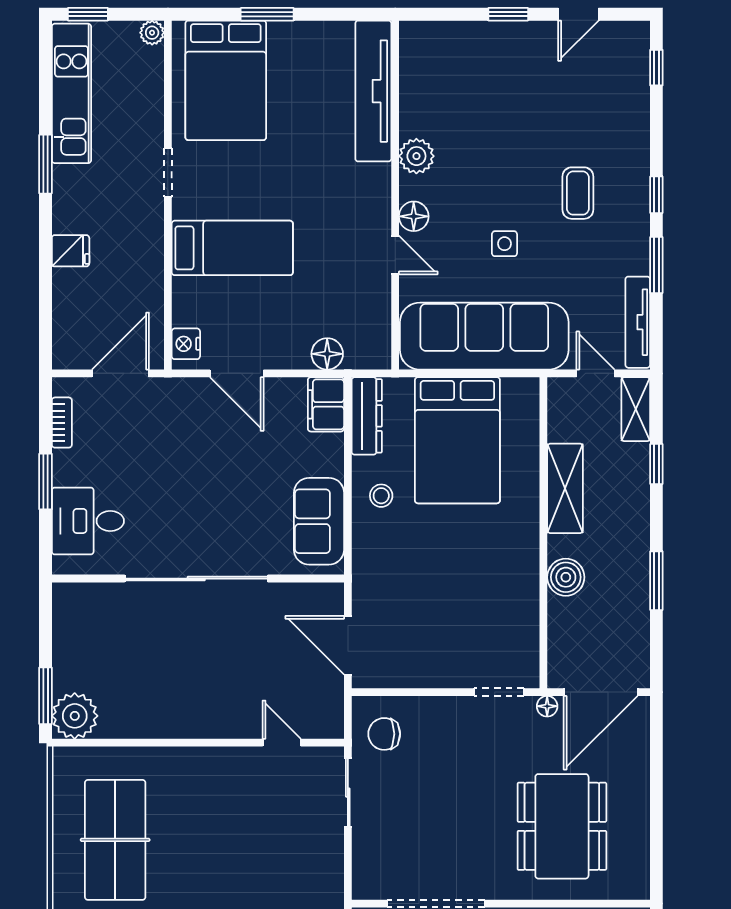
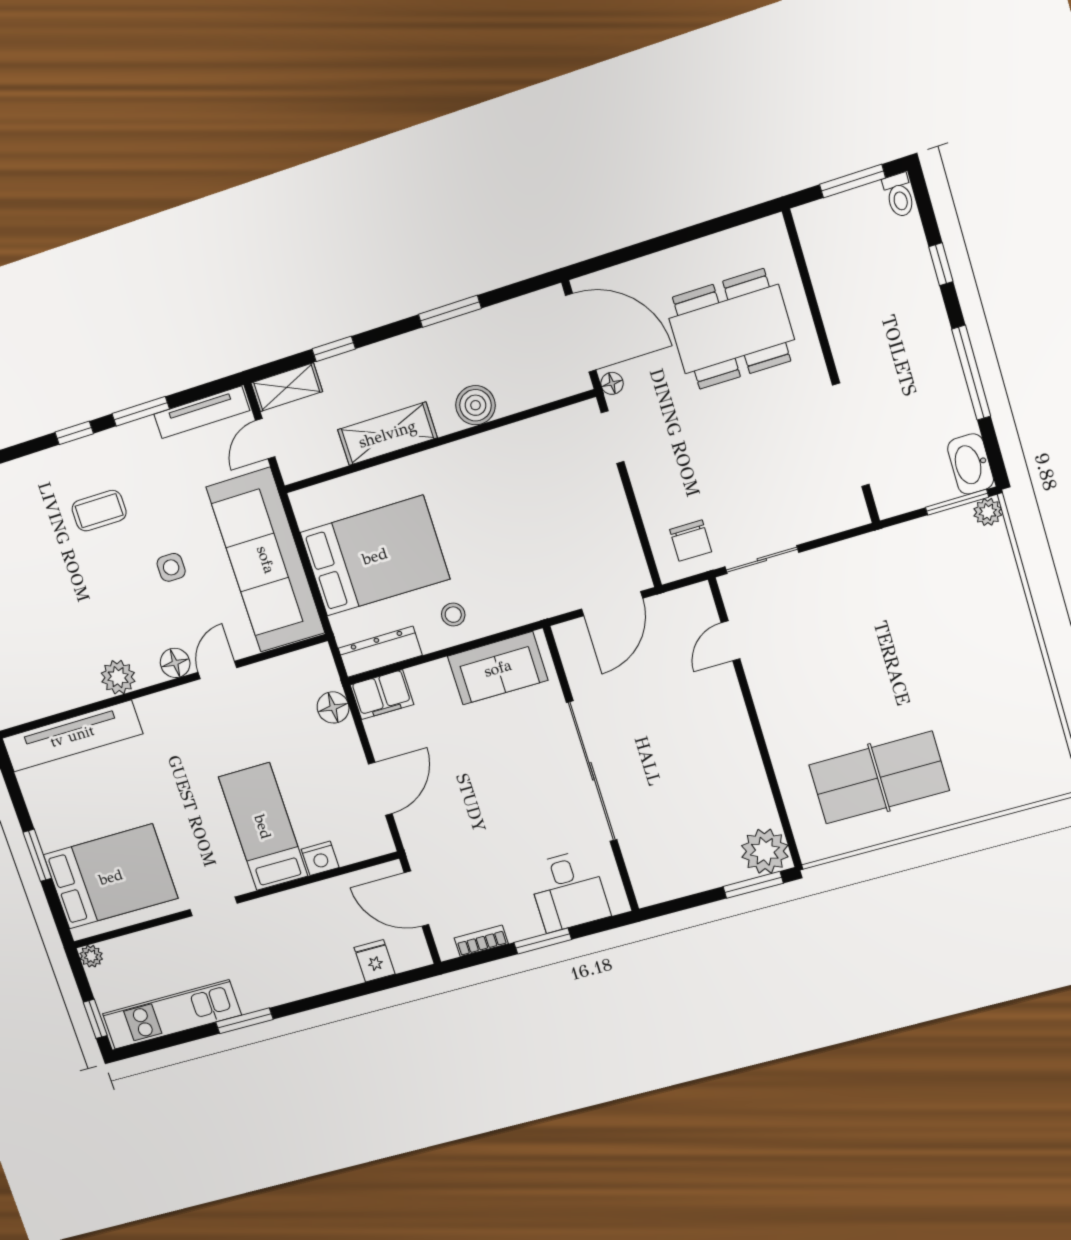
fridge: (71, 251) -> (374, 961), moved
nightstand: (186, 344) -> (320, 858), moved

